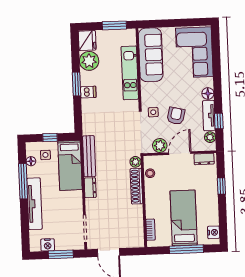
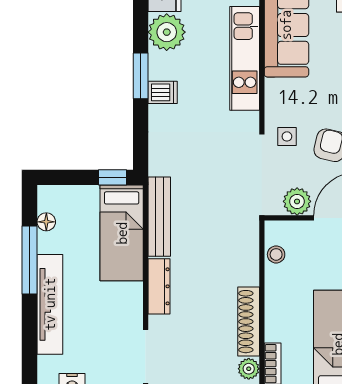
window: (50, 137) -> (113, 177), moved
side table: (45, 155) -> (75, 211), removed
plant: (135, 162) -> (249, 369), moved
shoe rack: (136, 186) -> (249, 322), moved
dresser: (90, 188) -> (159, 286), width x1.44

